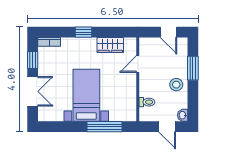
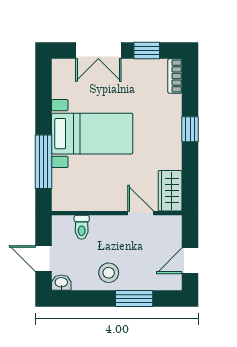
wardrobe: (110, 45) -> (170, 191), moved
door: (167, 127) -> (44, 259), hinge flipped

